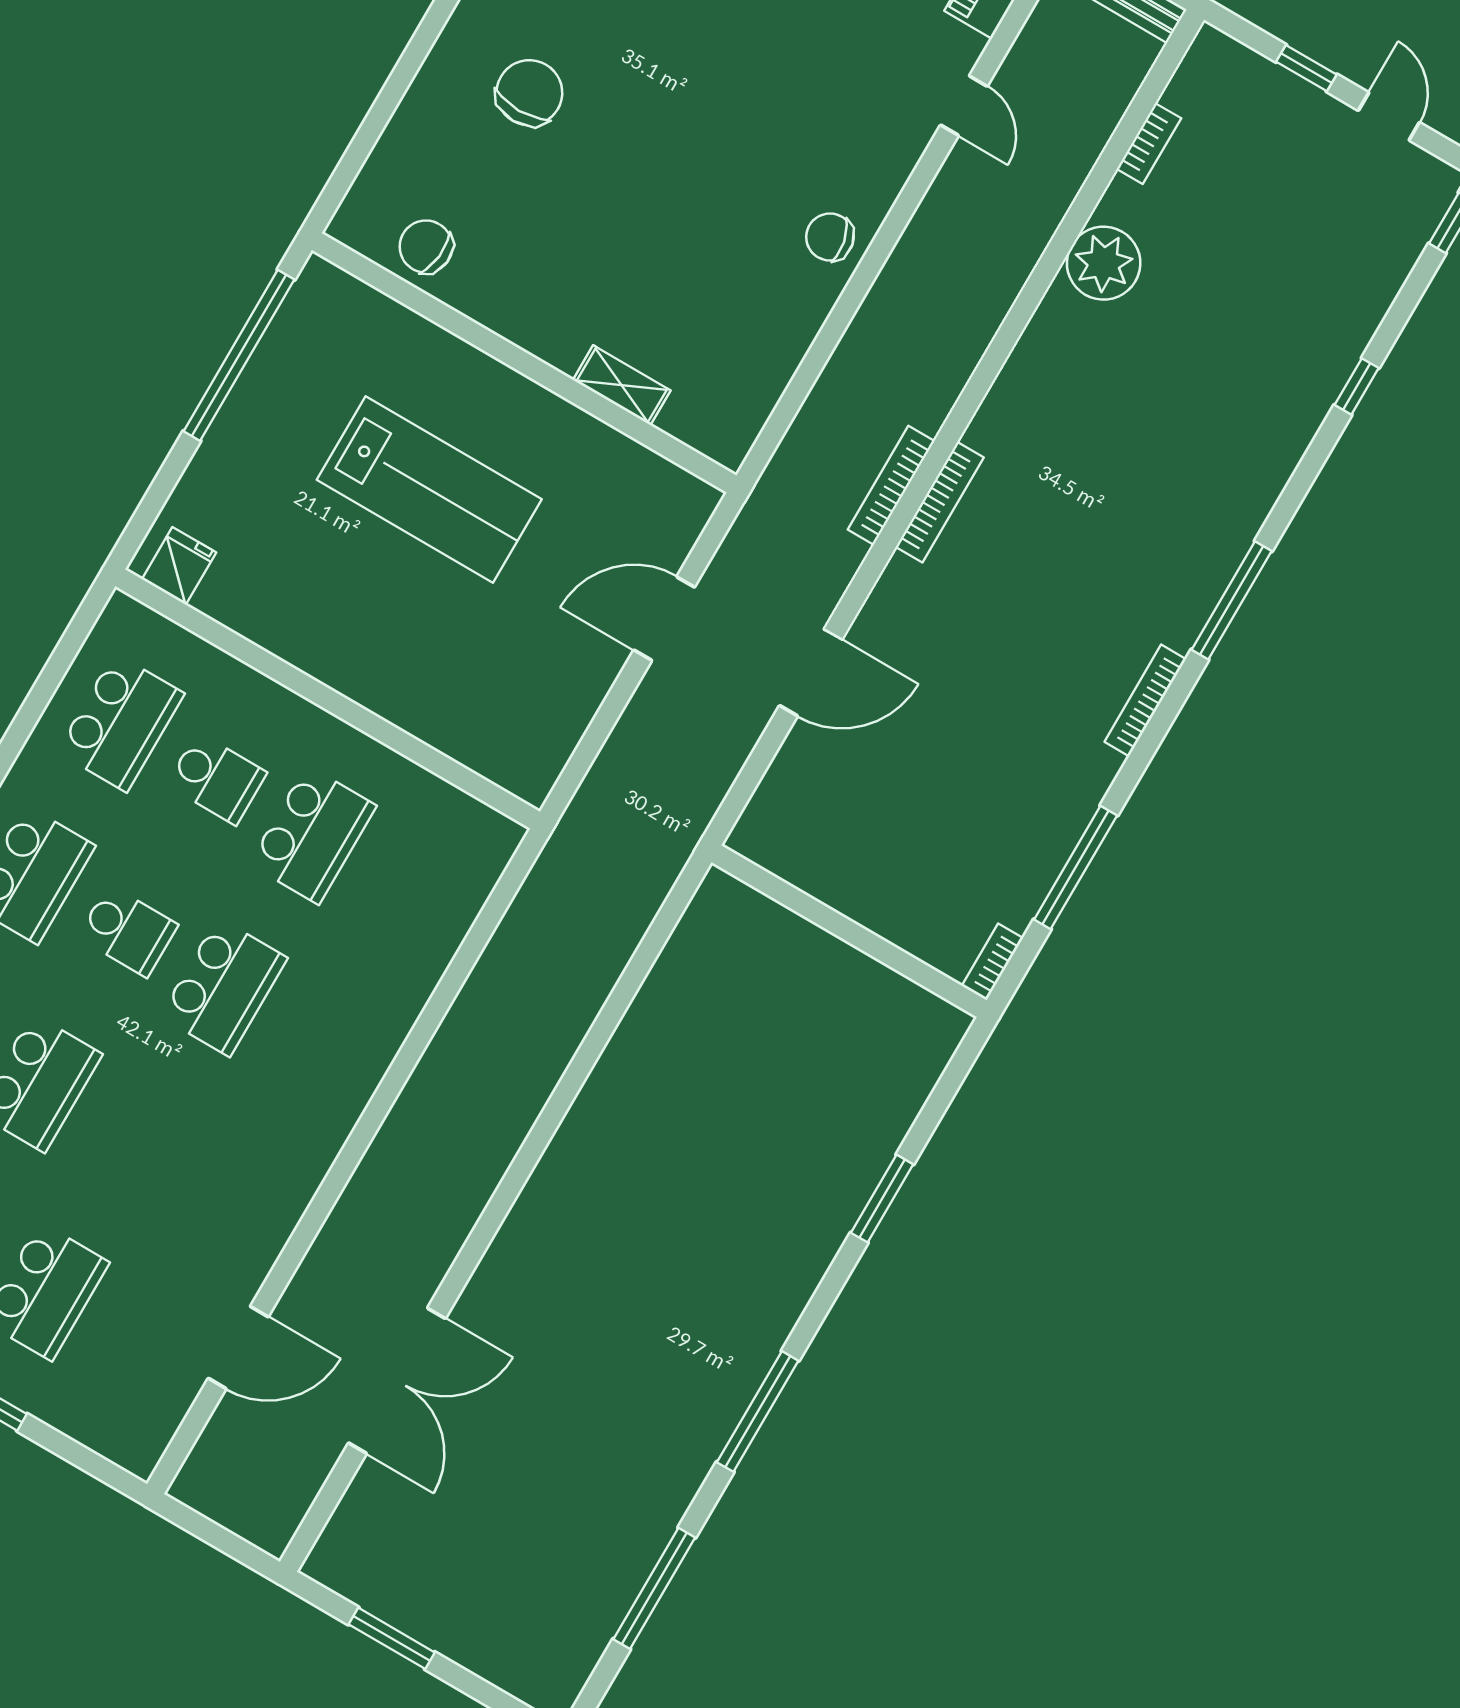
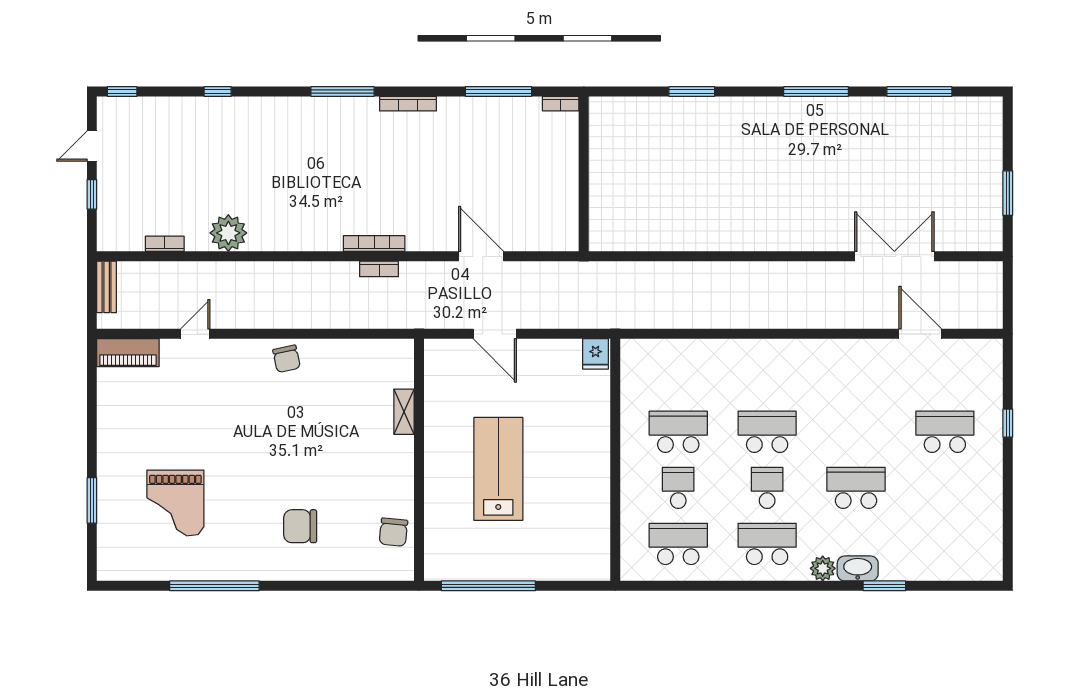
bookcase: (891, 485) -> (379, 269), width x0.64
fridge: (179, 566) -> (596, 354), moved, turned -90

